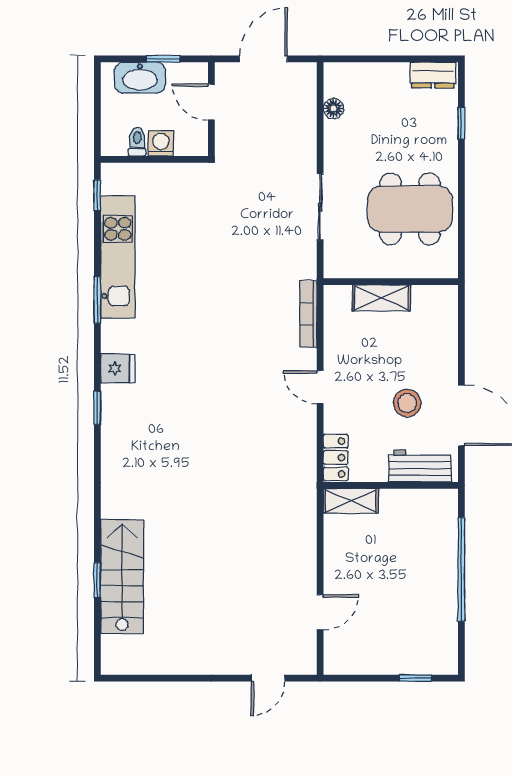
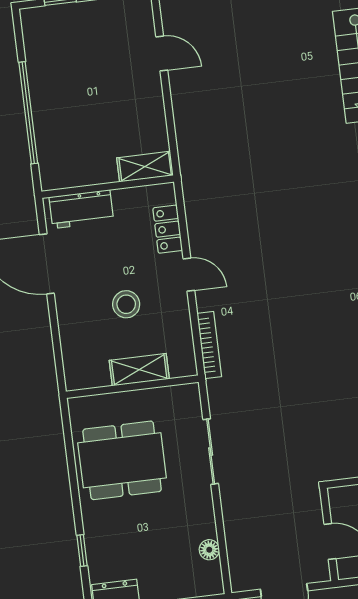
stool: (407, 403) -> (126, 304), moved
locker: (336, 458) -> (168, 229), moved
door: (320, 612) -> (162, 54), swing flipped

